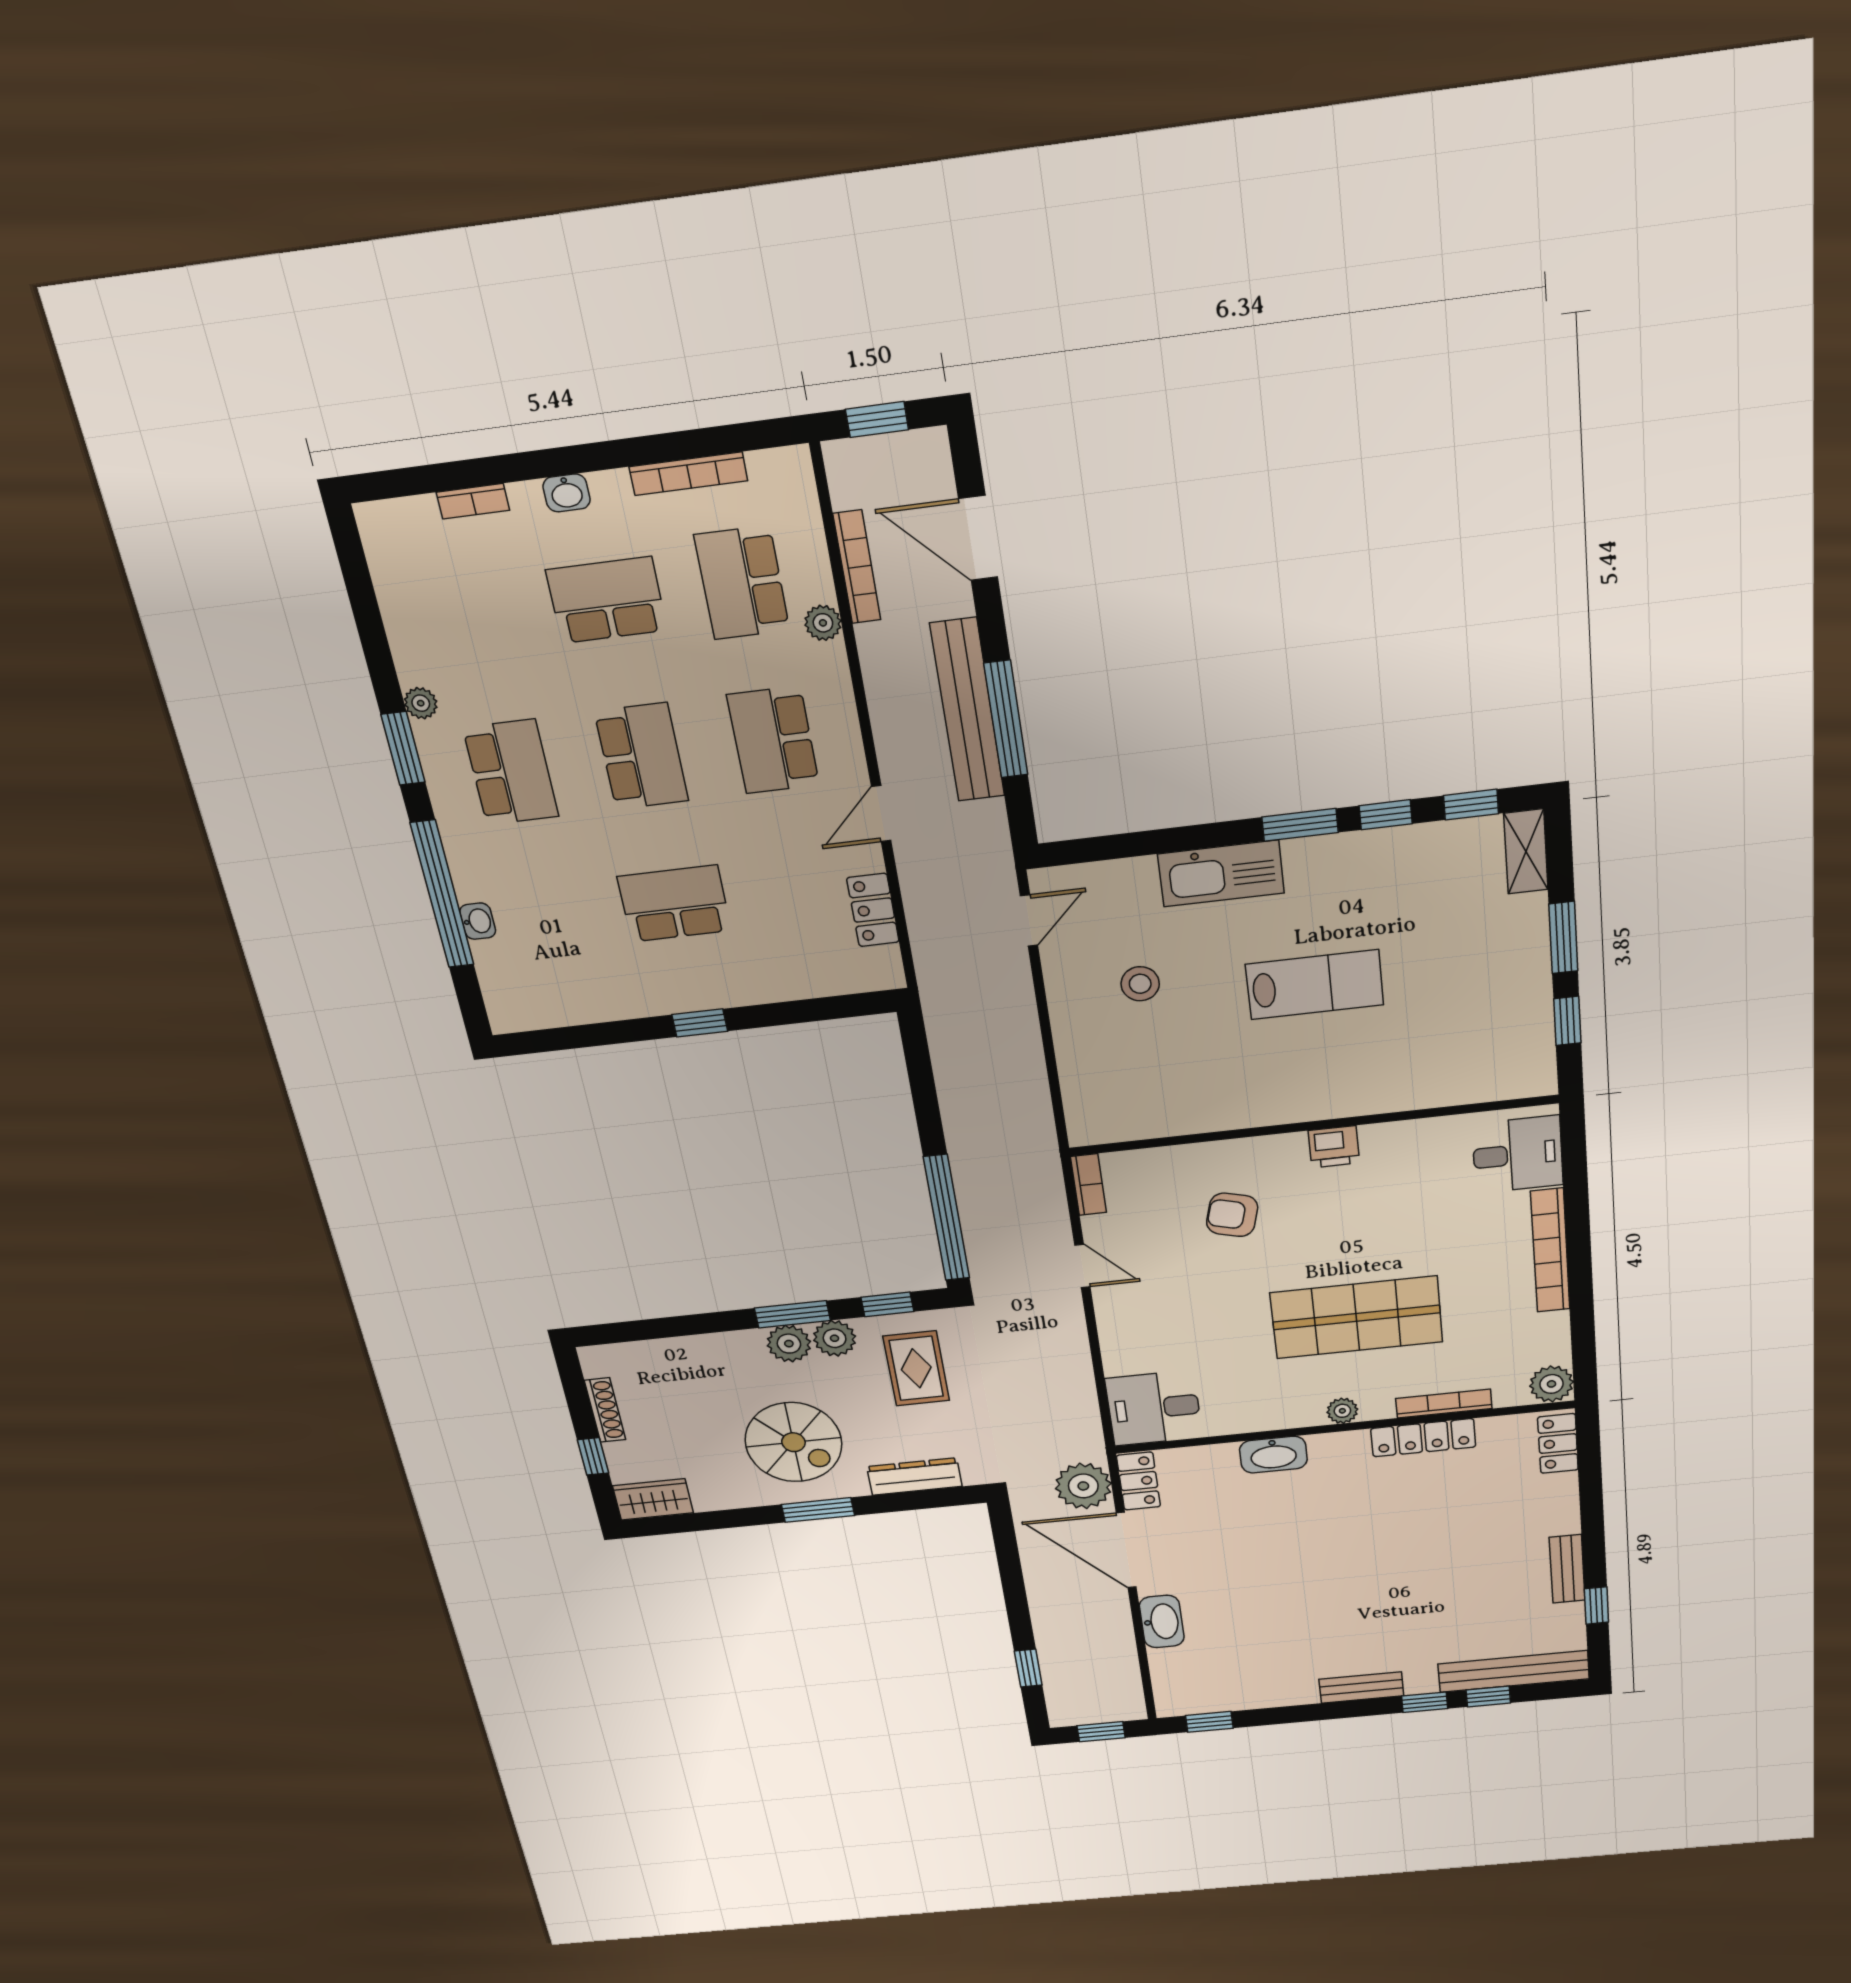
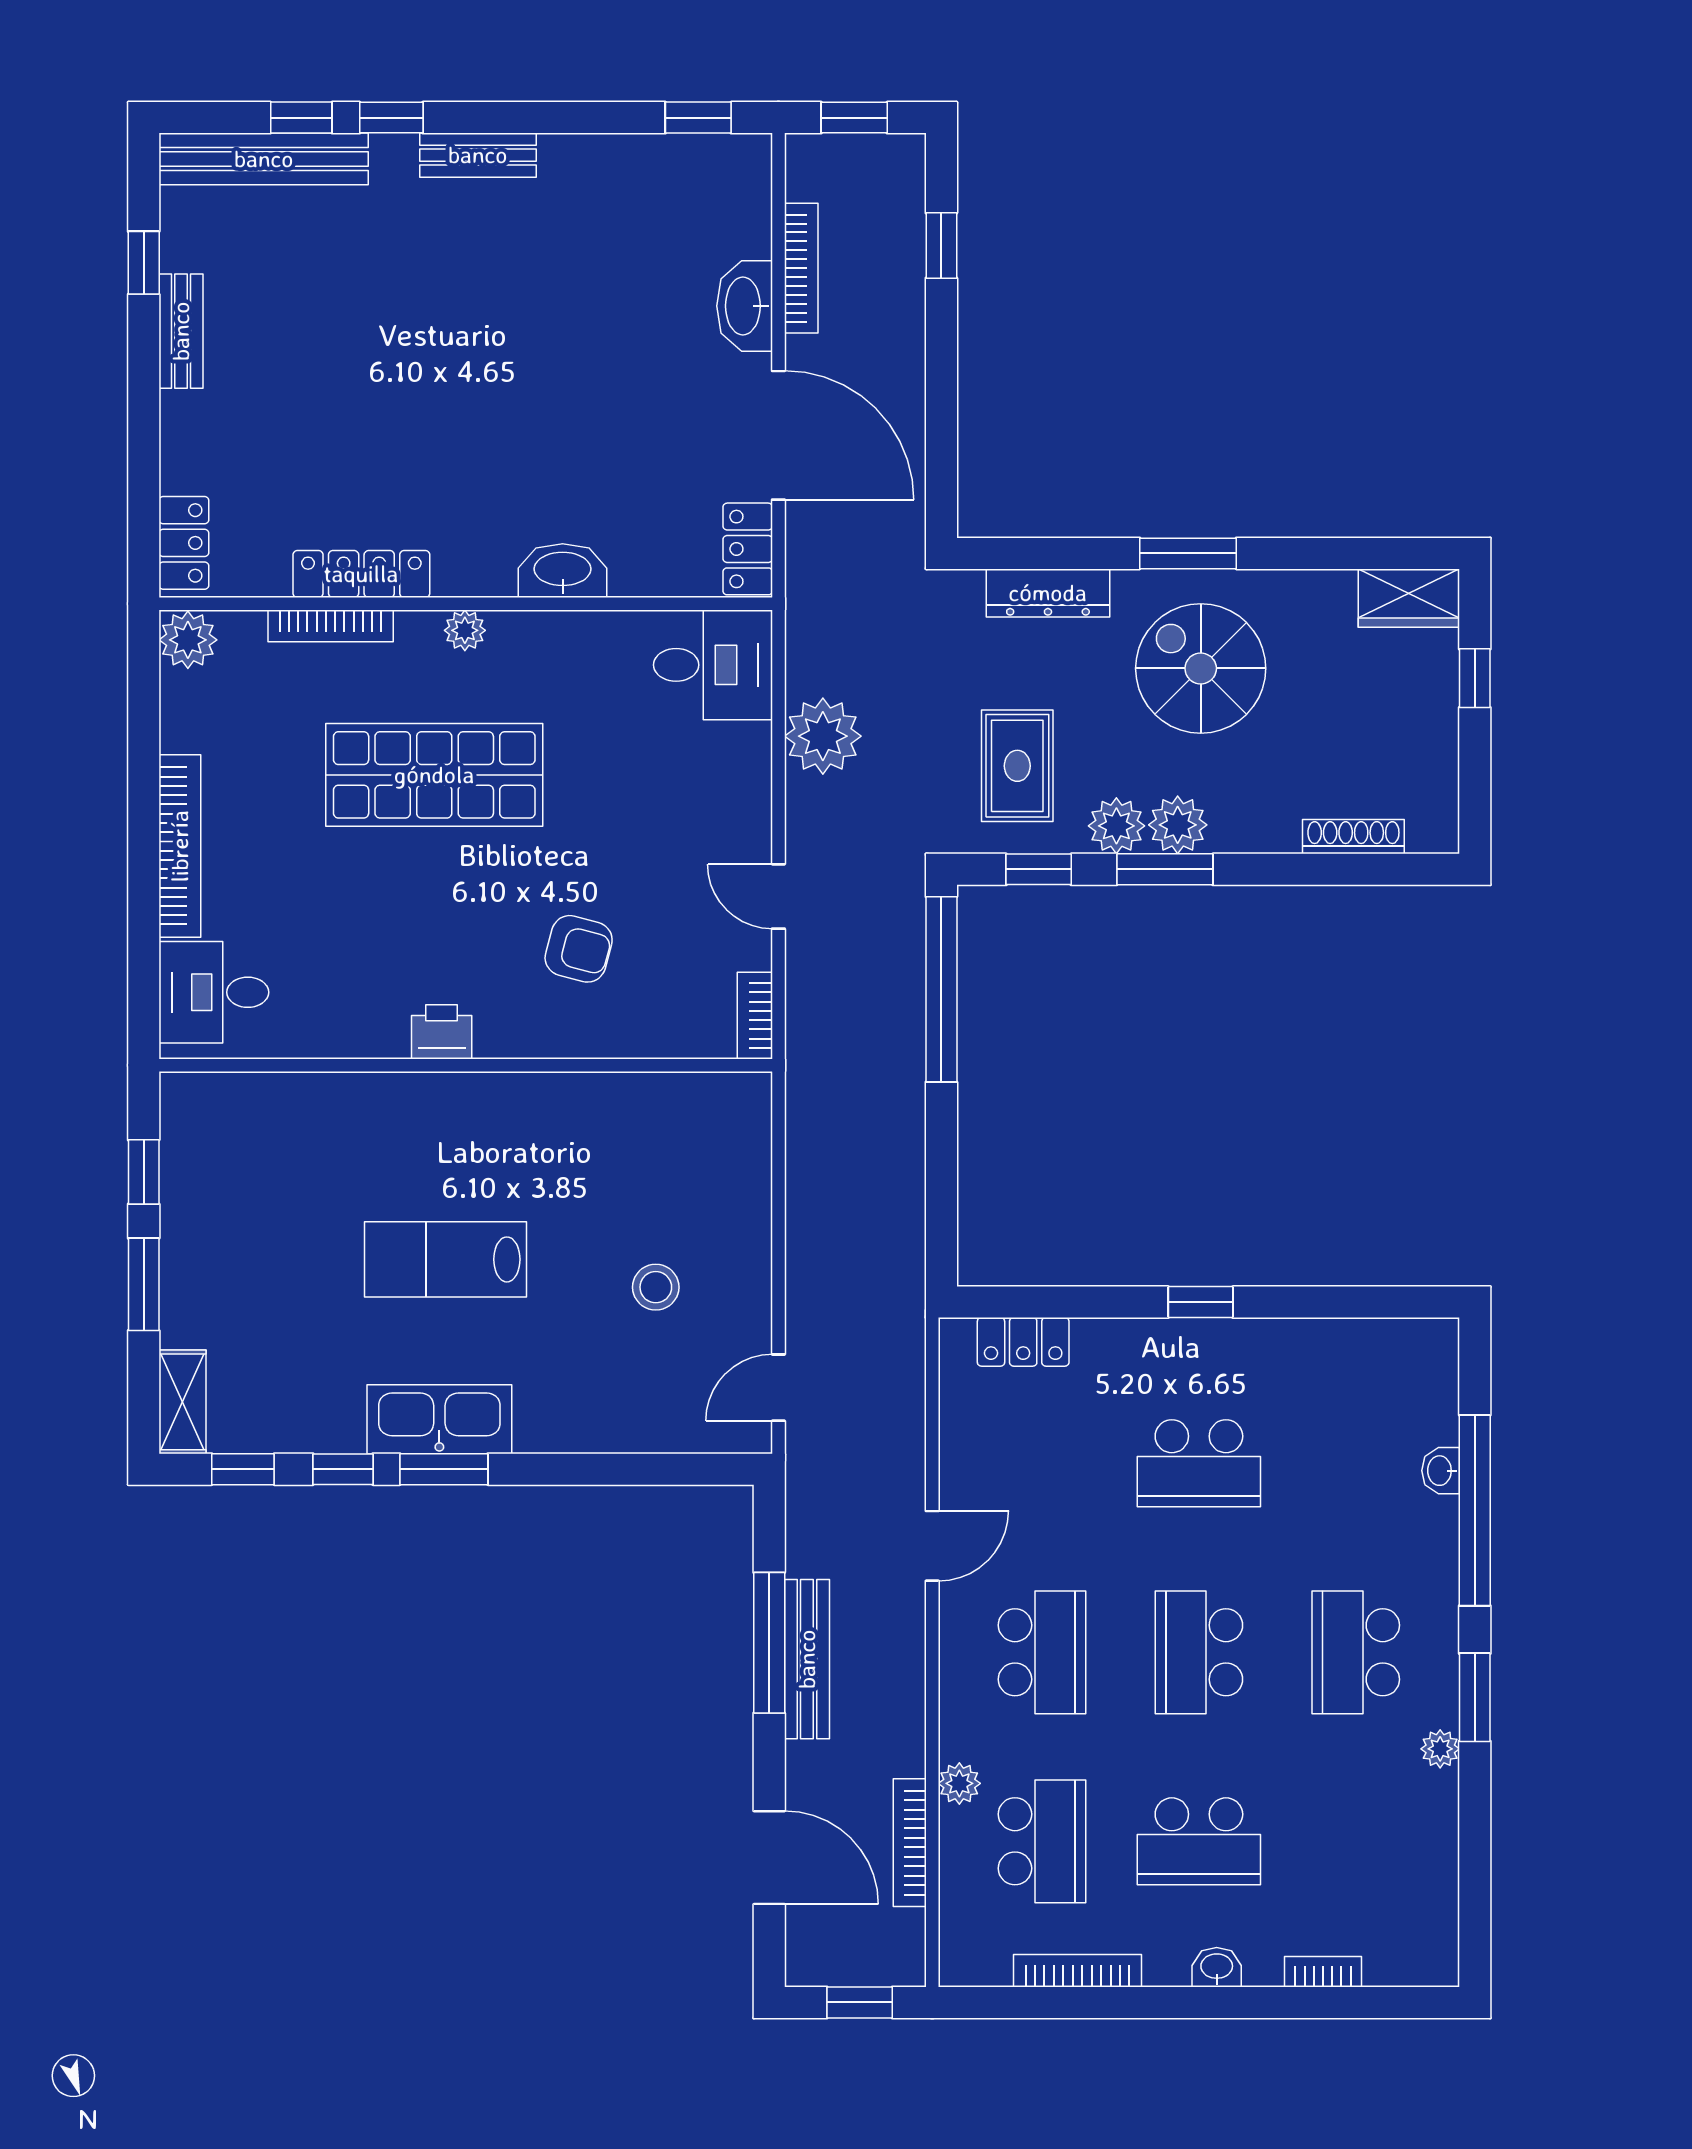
bench: (967, 710) -> (807, 1659), width x0.73, depth x0.82
kitchen sink: (1221, 874) -> (439, 1419), moved
locker: (873, 910) -> (1023, 1342), moved, turned 90
shoe rack: (605, 1410) -> (1353, 837), moved, turned 90
plant: (1083, 1486) -> (823, 736), moved
bookcase: (1125, 1646) -> (801, 268), added

